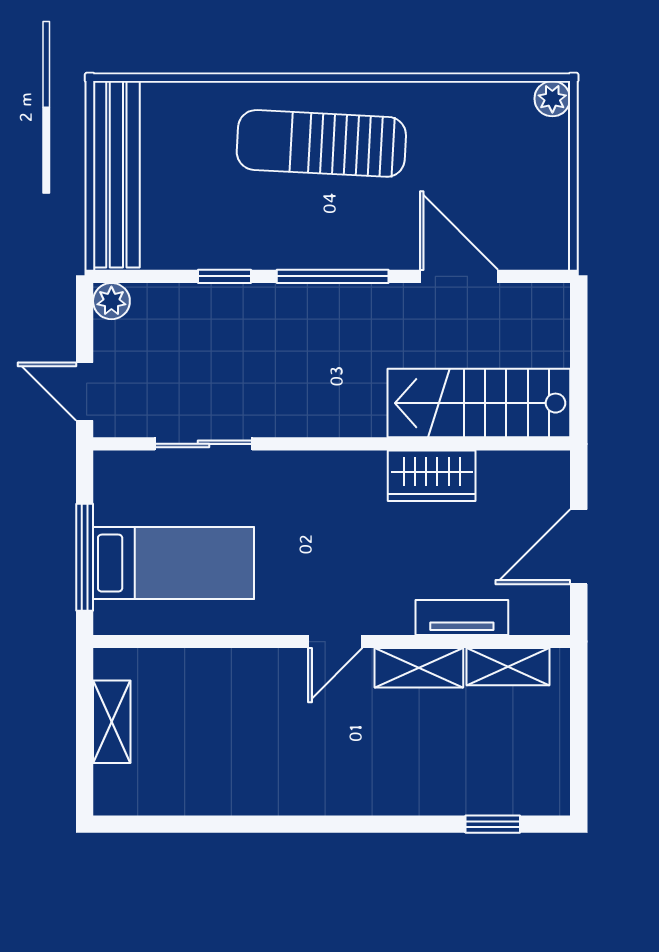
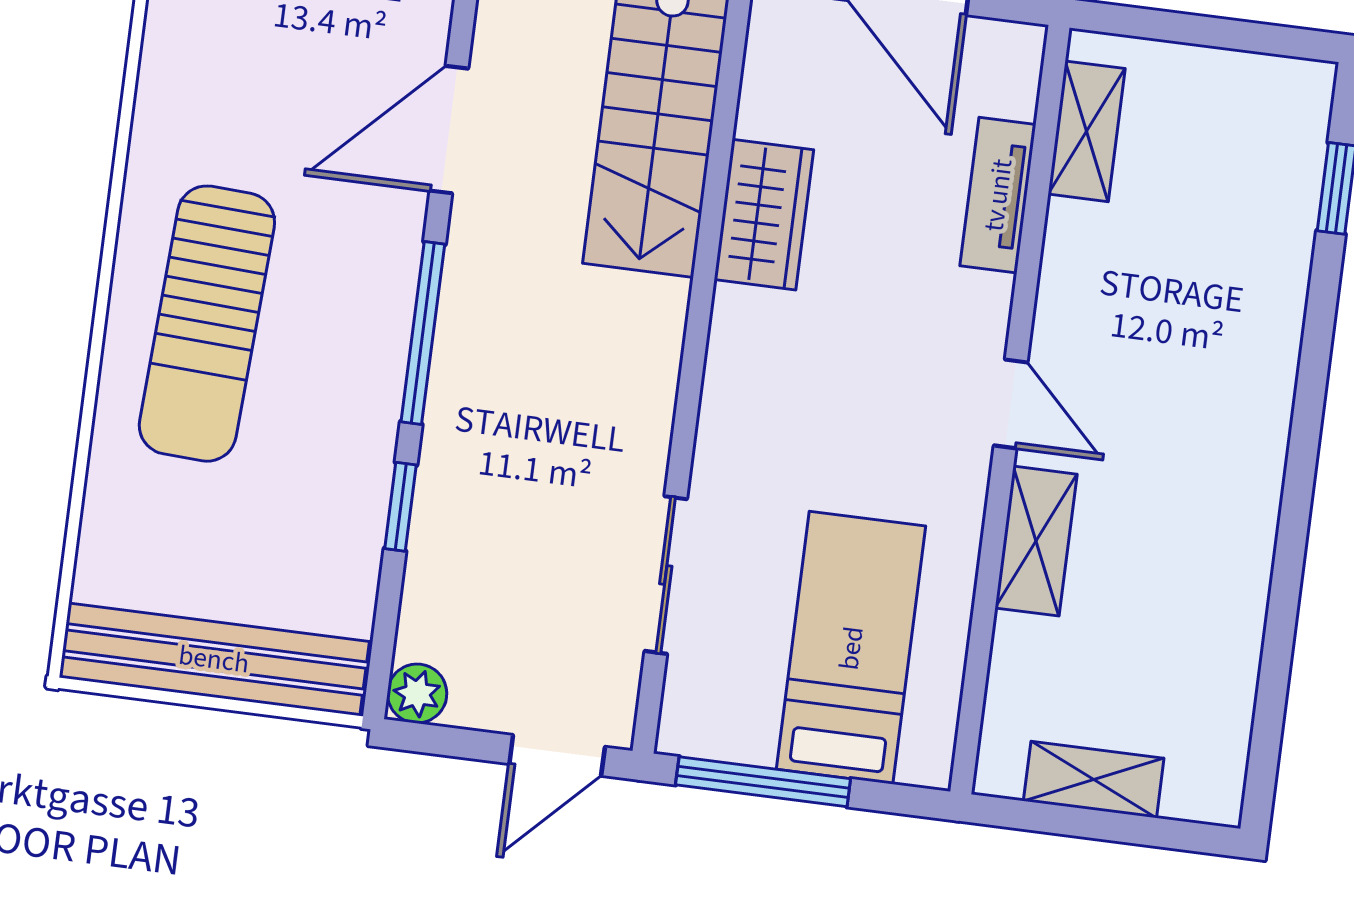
window: (85, 557) -> (763, 782), moved
shelving: (419, 668) -> (1036, 541), moved

